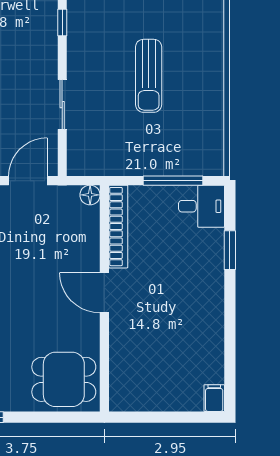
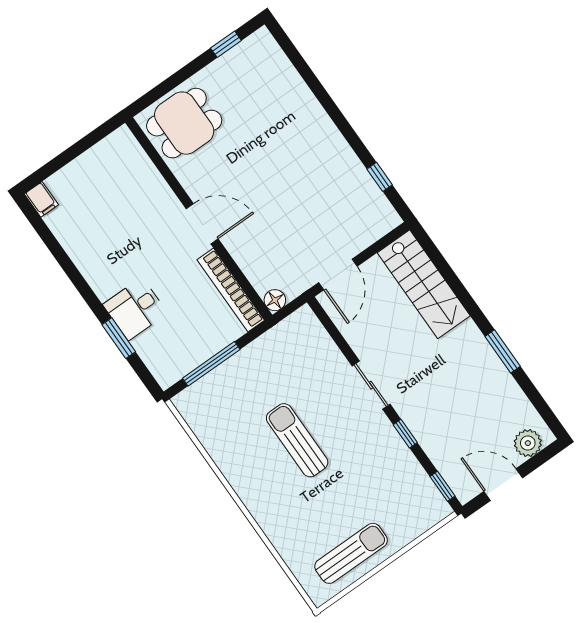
sliding door: (62, 105) -> (371, 385), moved
desk: (202, 206) -> (135, 309), moved

